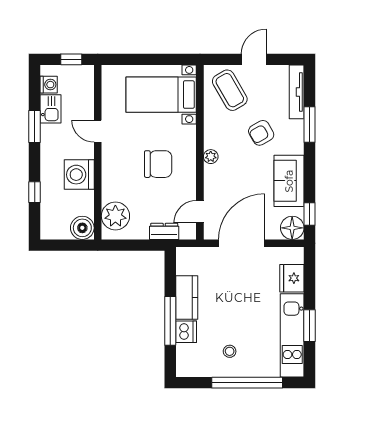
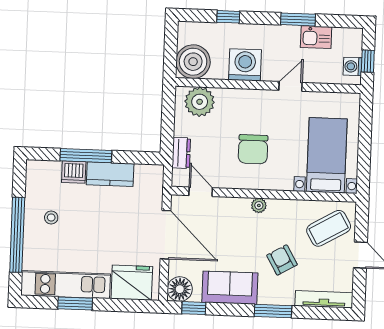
washing machine: (49, 85) -> (353, 66), moved, turned 90
window: (310, 124) -> (273, 311), moved
boiler: (82, 228) -> (193, 62), width x1.37, depth x1.37
fridge: (292, 278) -> (132, 283), width x1.36, depth x1.34

